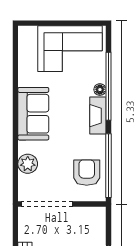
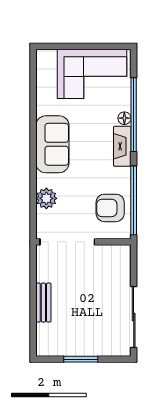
armchair: (87, 173) -> (110, 208), turned -90

